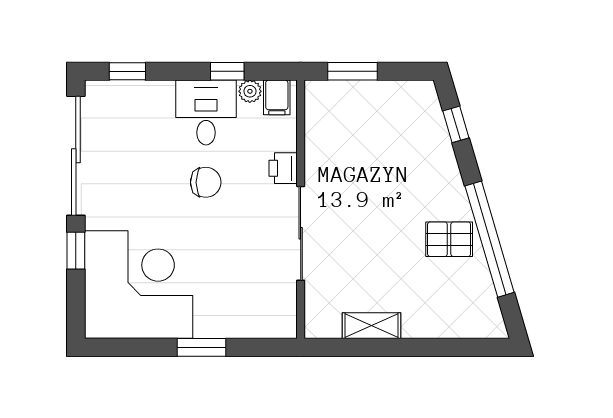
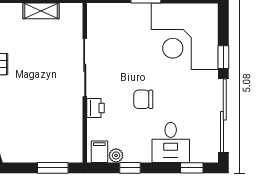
desk: (206, 112) -> (171, 142), moved

